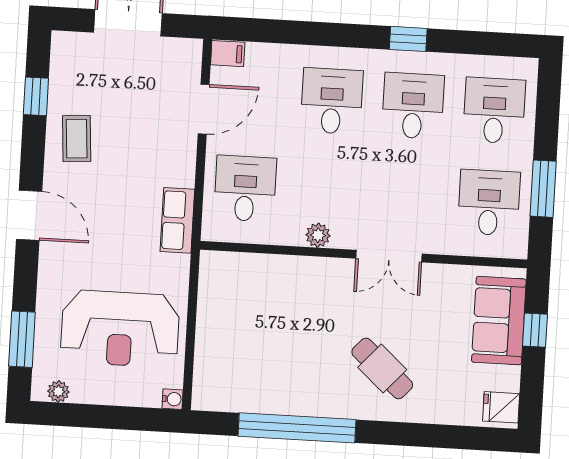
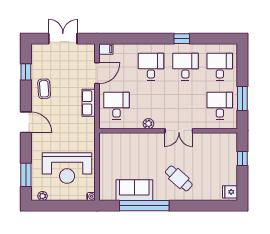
row of seats: (177, 220) -> (89, 103), moved
sofa: (499, 321) -> (134, 190), moved, turned 90

